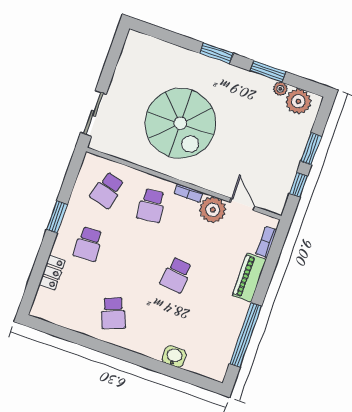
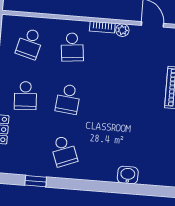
plant: (213, 210) -> (122, 30), width x0.53, depth x0.53
school desk: (176, 275) -> (68, 99), moved
window: (75, 337) -> (36, 181), added

